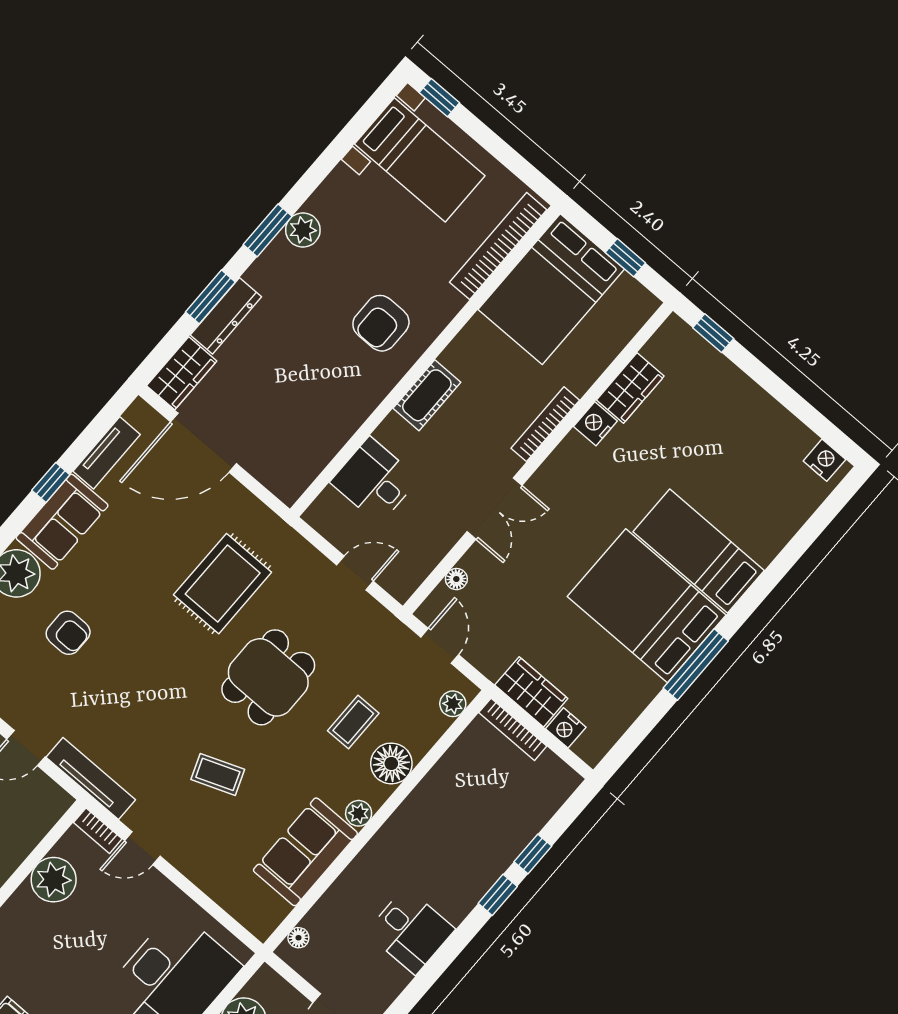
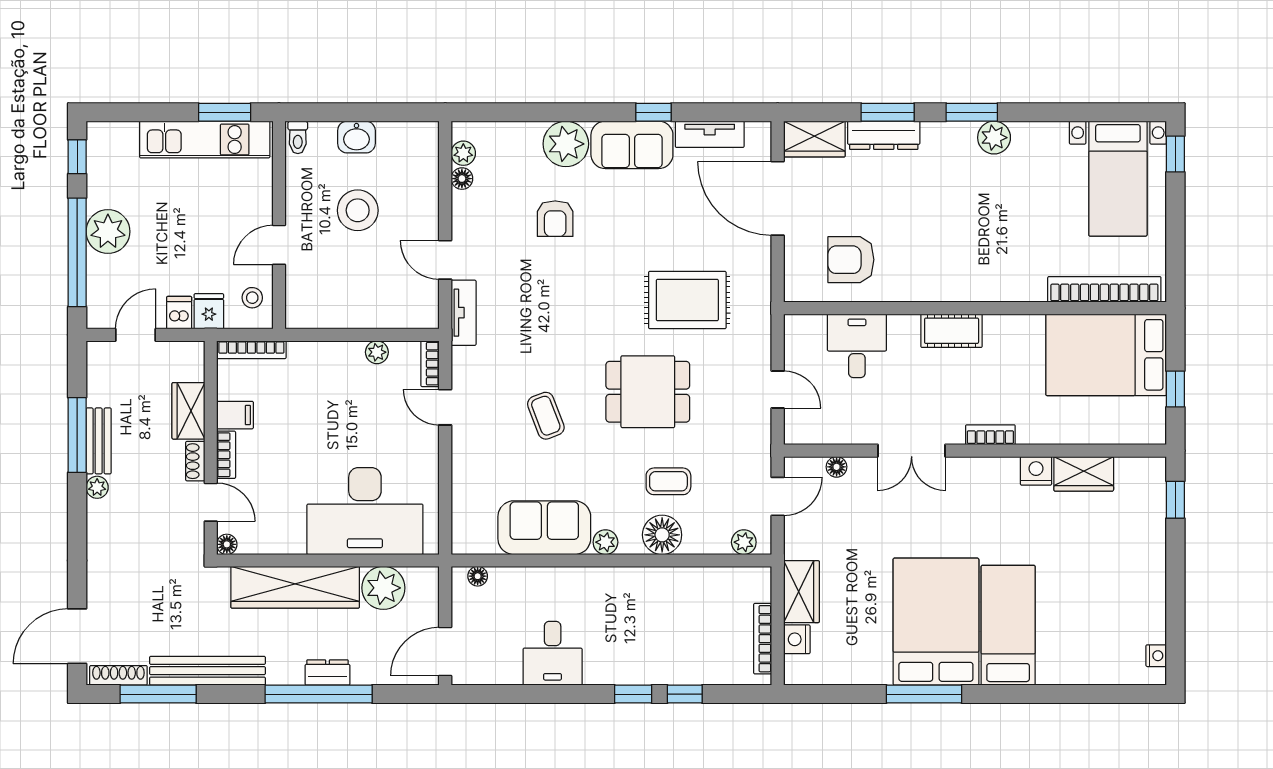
armchair: (381, 323) -> (851, 260), moved
bookcase: (545, 424) -> (990, 435), width x0.64
nightstand: (824, 460) -> (1156, 656), width x0.72, depth x0.74
bookcase: (513, 729) -> (763, 639), moved
tv unit: (91, 778) -> (464, 313), width x0.71
plant: (54, 880) -> (377, 352), width x0.53, depth x0.53

